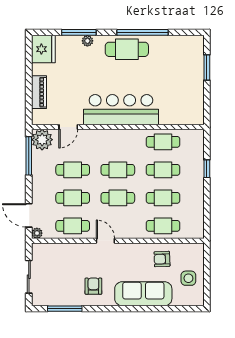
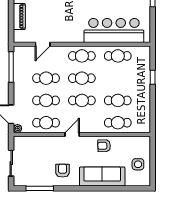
bar counter: (121, 110) -> (114, 30), moved
plant: (42, 140) -> (22, 54), removed
cafe table: (163, 170) -> (82, 56), moved
door: (105, 241) -> (72, 134), hinge flipped
armchair: (162, 259) -> (104, 146), moved

